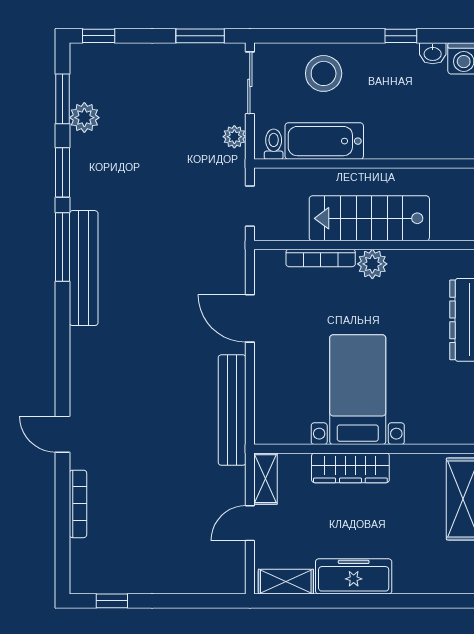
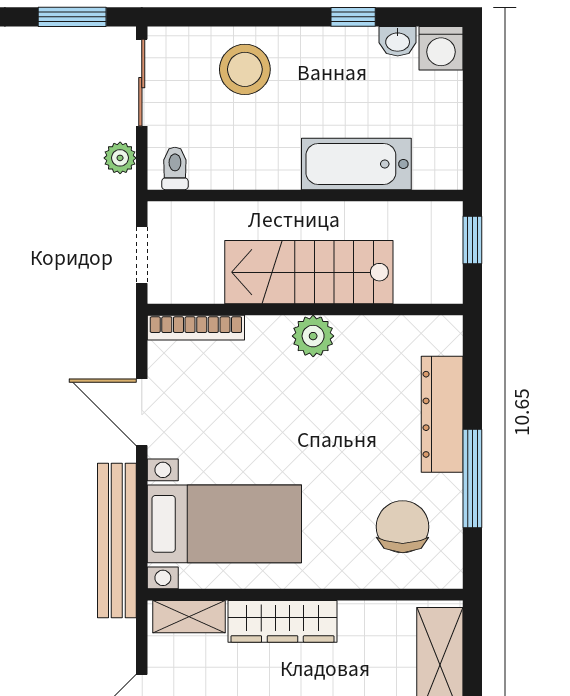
bathtub: (324, 141) -> (356, 164), moved
bookcase: (321, 258) -> (196, 328), moved
bed with nightstands: (358, 390) -> (224, 524), moved, turned 90
chair: (436, 400) -> (403, 527), added
shelving: (266, 479) -> (189, 617), moved, turned 90

